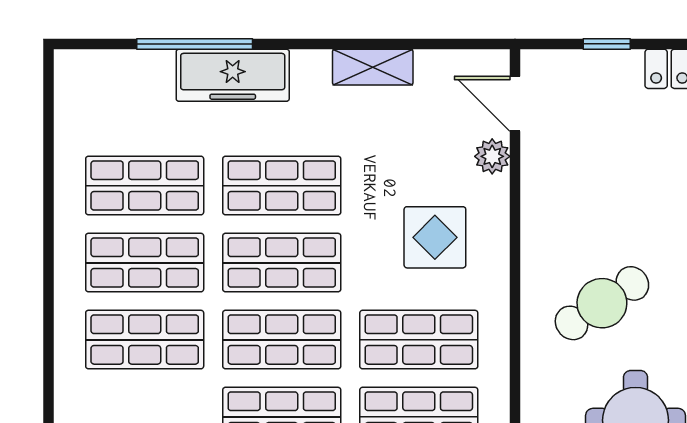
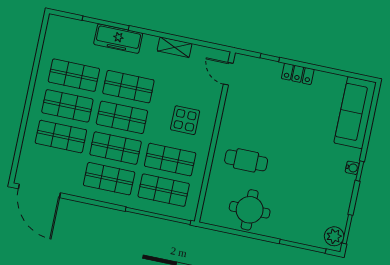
plant: (492, 156) -> (215, 93), removed
cafe table: (602, 303) -> (246, 160), turned 33

